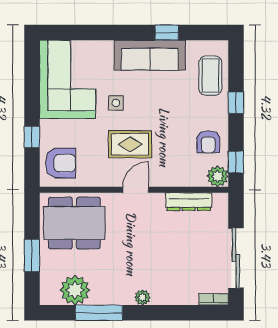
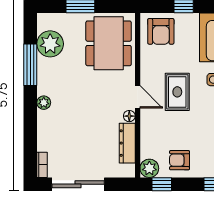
floor lamp: (158, 199) -> (129, 116), added

